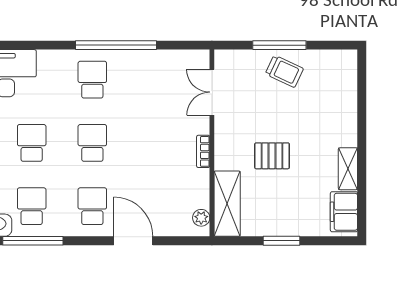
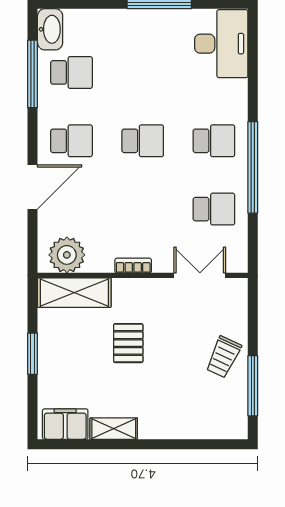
window: (279, 45) -> (253, 386), moved
school desk: (32, 143) -> (214, 209), moved
plant: (201, 218) -> (67, 255), width x1.88, depth x1.88

